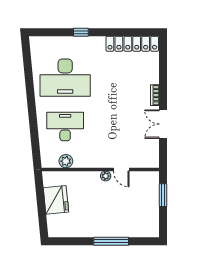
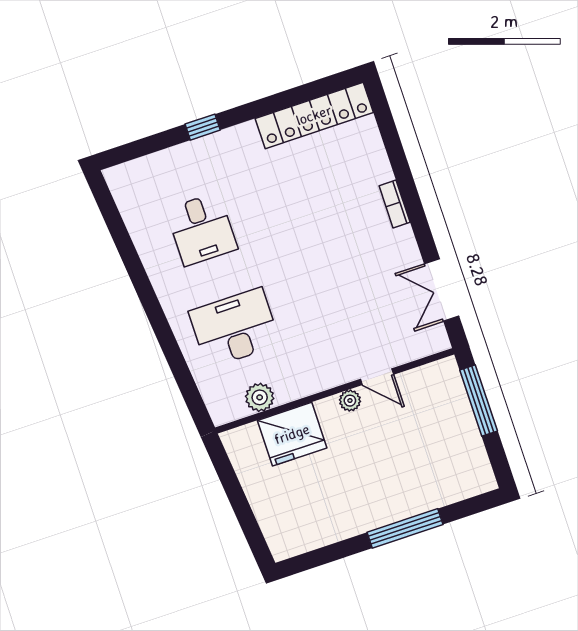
desk: (65, 78) -> (202, 229), width x0.53, depth x0.77
double door: (163, 124) -> (442, 290), moved
window: (163, 195) -> (479, 400), width x1.44
fridge: (56, 200) -> (292, 434), moved, turned 96

